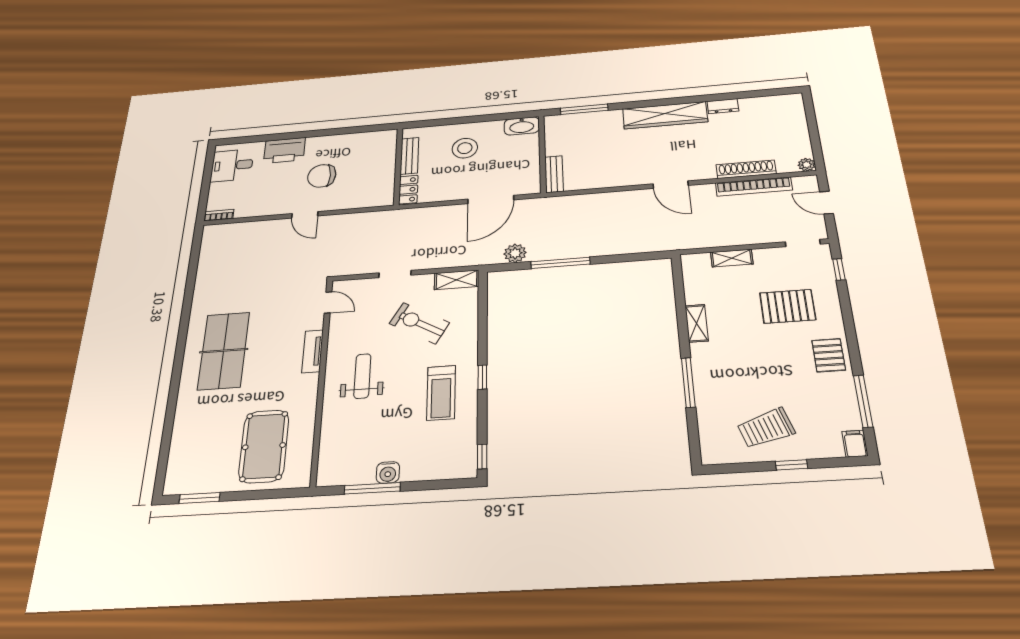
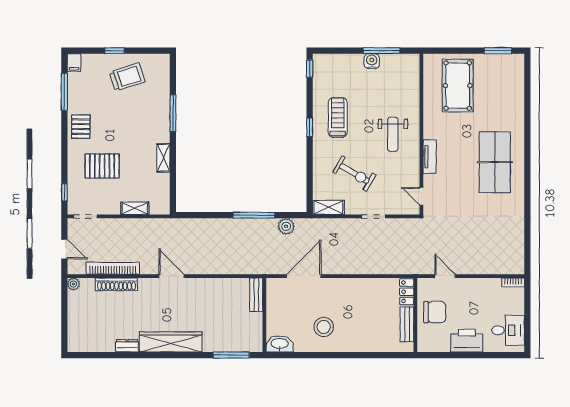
bench: (409, 156) -> (407, 324), moved
wall: (398, 166) -> (415, 315), moved
locker: (408, 190) -> (407, 292), moved

